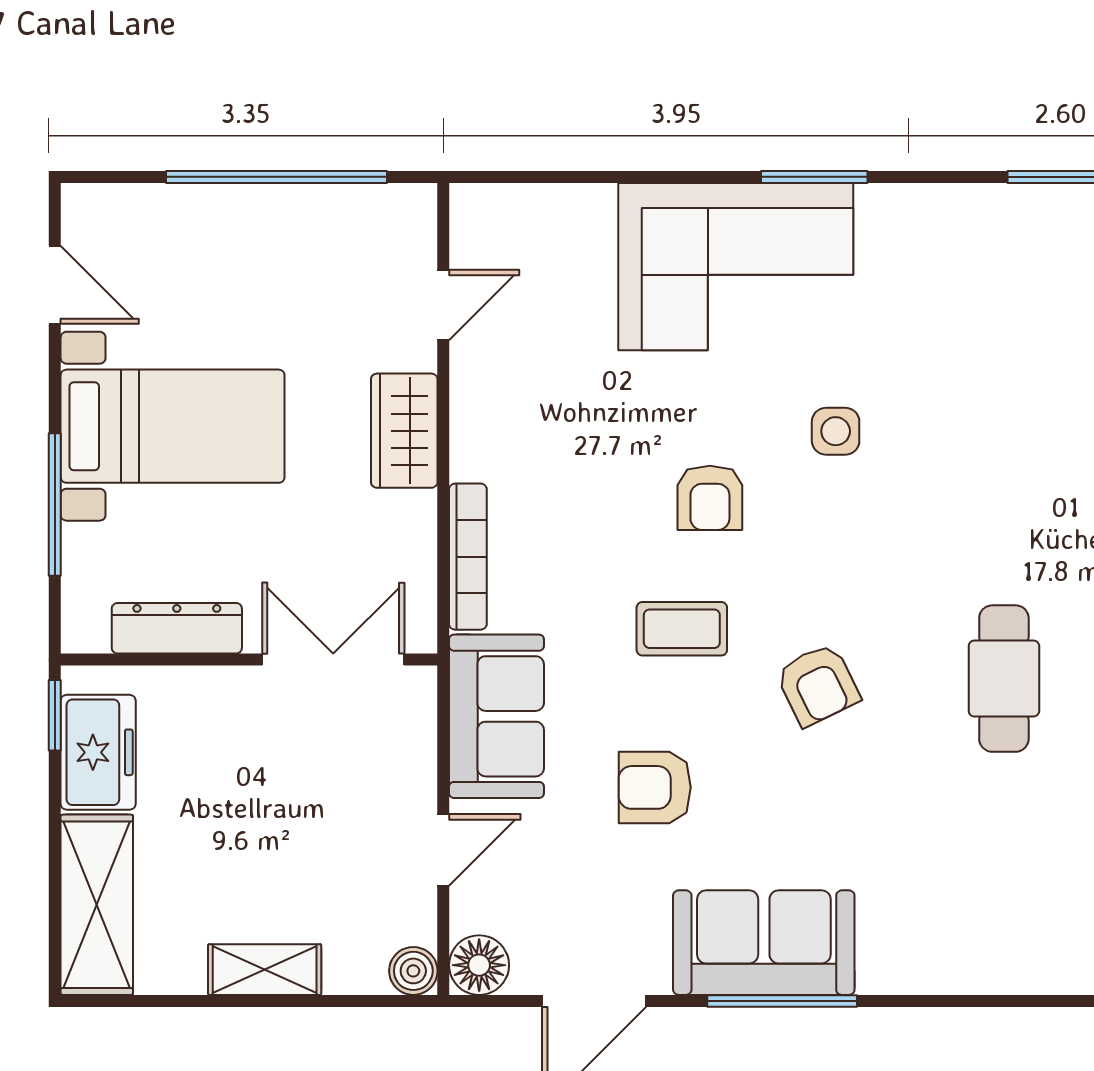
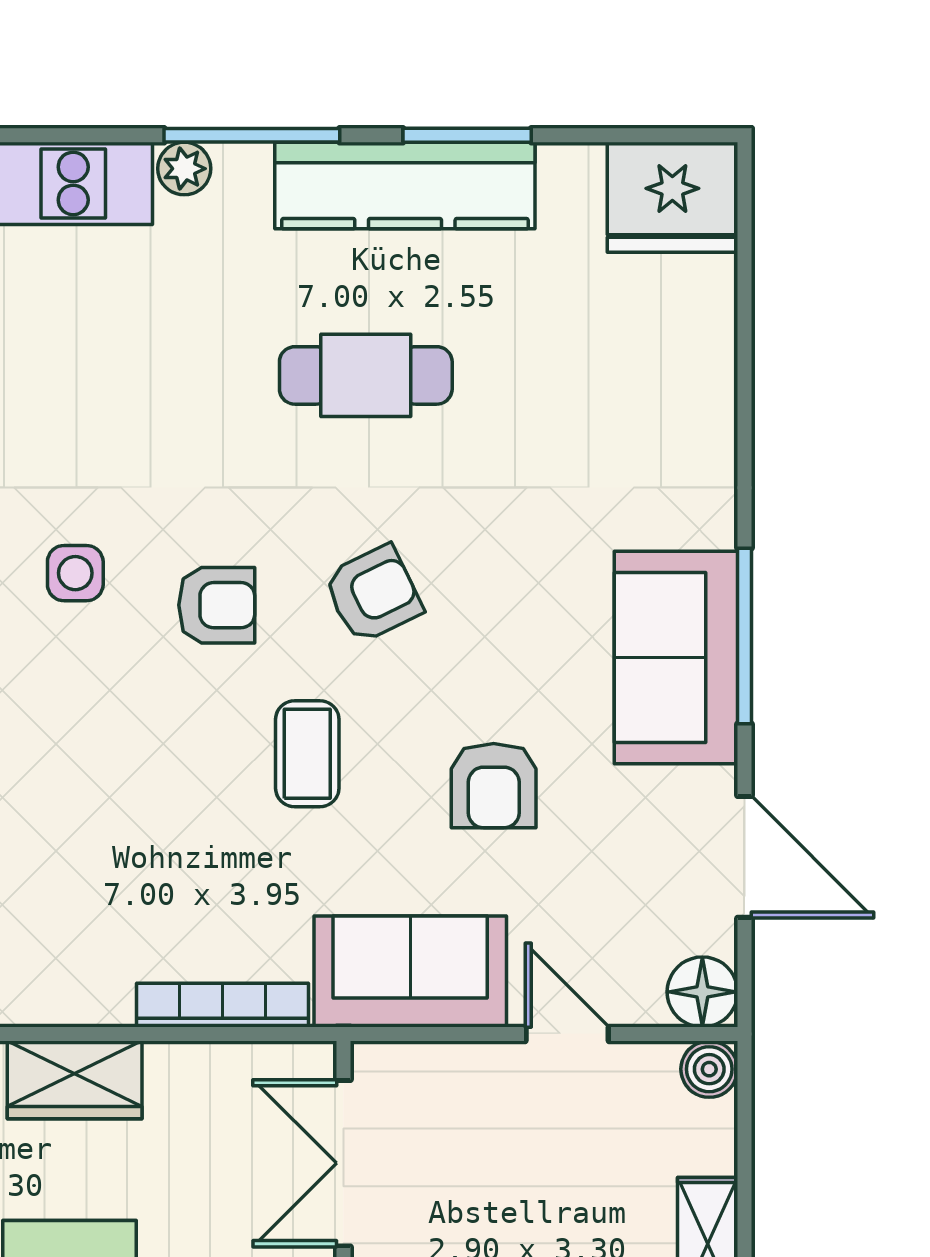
armchair: (710, 498) -> (217, 605), moved

